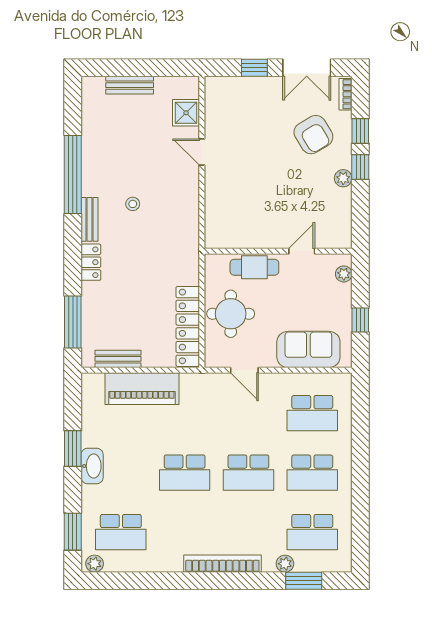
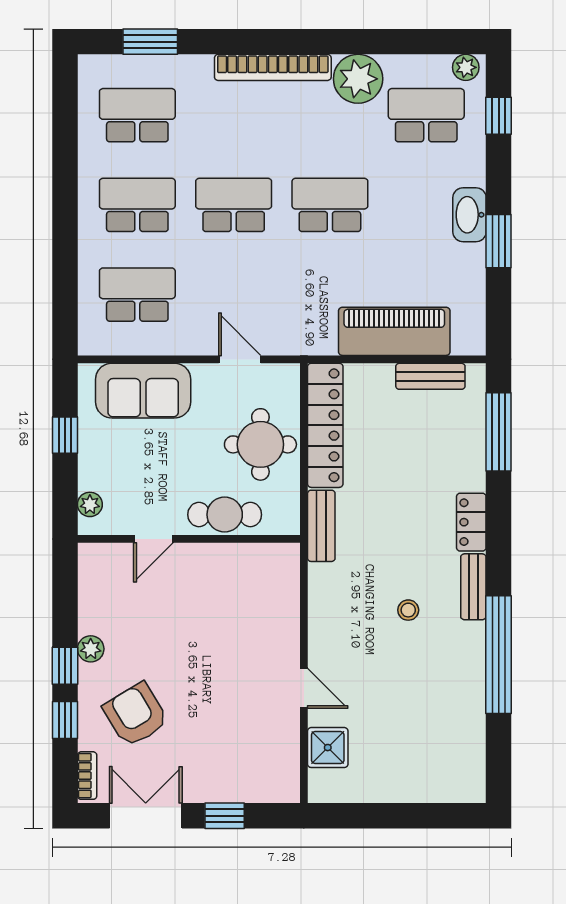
bench: (130, 85) -> (321, 526), moved, turned 90
window: (73, 532) -> (499, 116), width x0.67
plant: (285, 564) -> (358, 79), moved, width x1.88, depth x1.88

